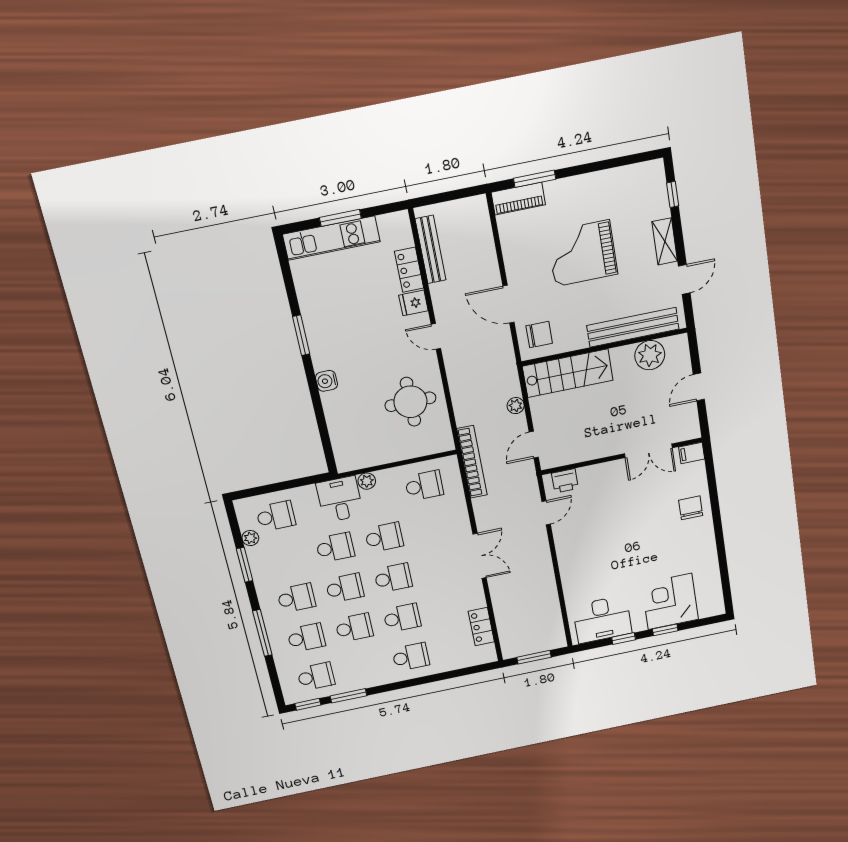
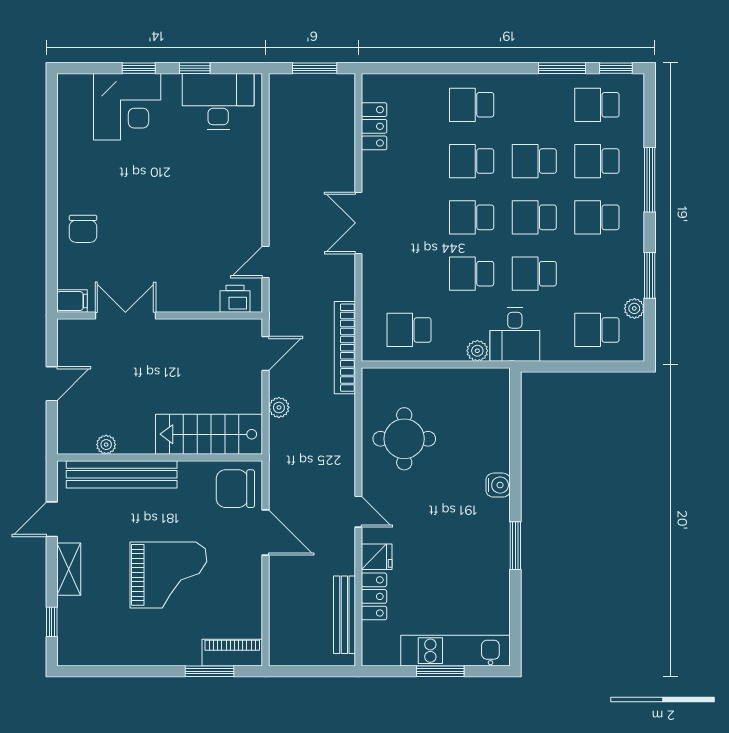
chair: (539, 335) -> (235, 489), width x1.37, depth x1.37
plant: (650, 355) -> (106, 445), width x0.53, depth x0.53

